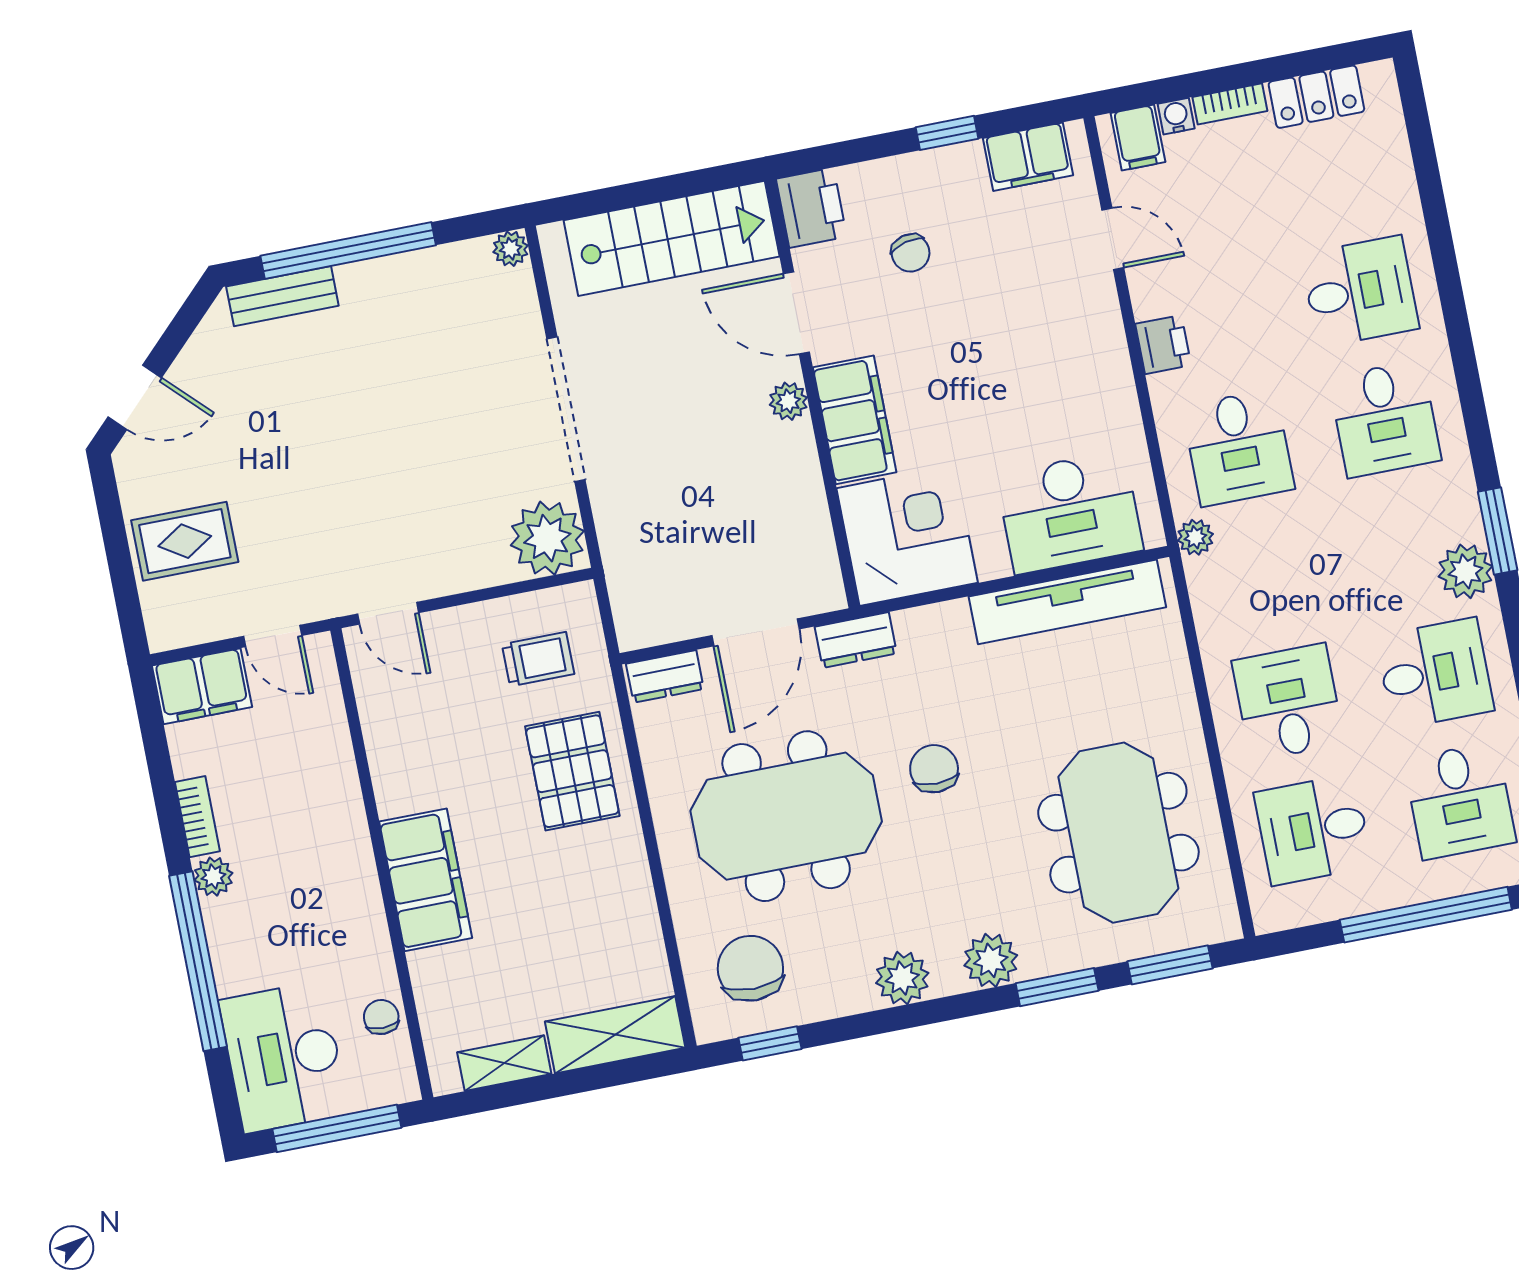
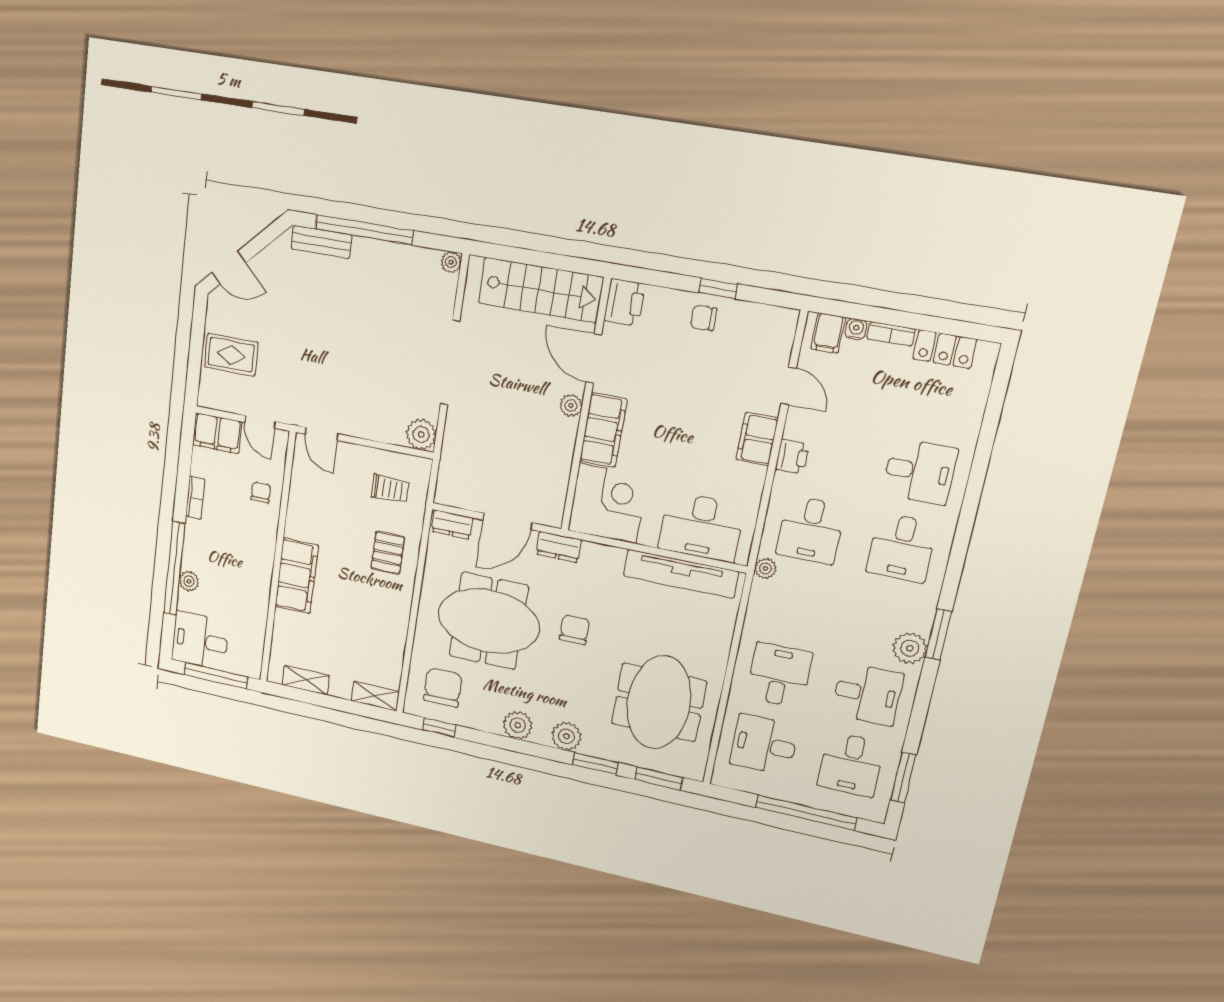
filing cabinet: (1028, 157) -> (757, 439), moved, turned 90
chair: (911, 253) -> (704, 318), moved, turned 104
plant: (547, 538) -> (421, 434), width x0.73, depth x0.73
pallet: (572, 771) -> (388, 553), width x0.67, depth x0.71
plant: (213, 877) -> (189, 581), moved
chair: (381, 1017) -> (261, 492), moved
shelving: (615, 1035) -> (375, 696), width x0.67, depth x0.75
desk: (284, 1057) -> (200, 641), width x0.73

